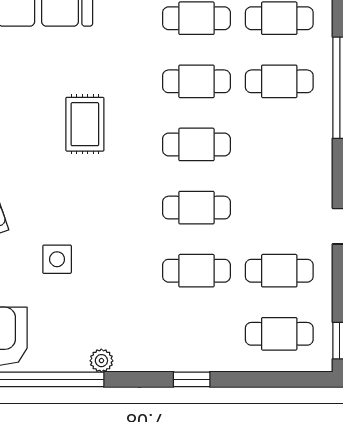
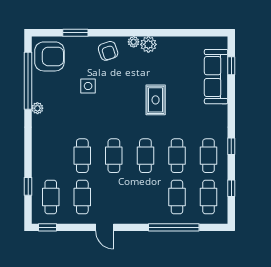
rug: (85, 124) -> (156, 100), turned 90
window: (192, 379) -> (28, 186), moved

